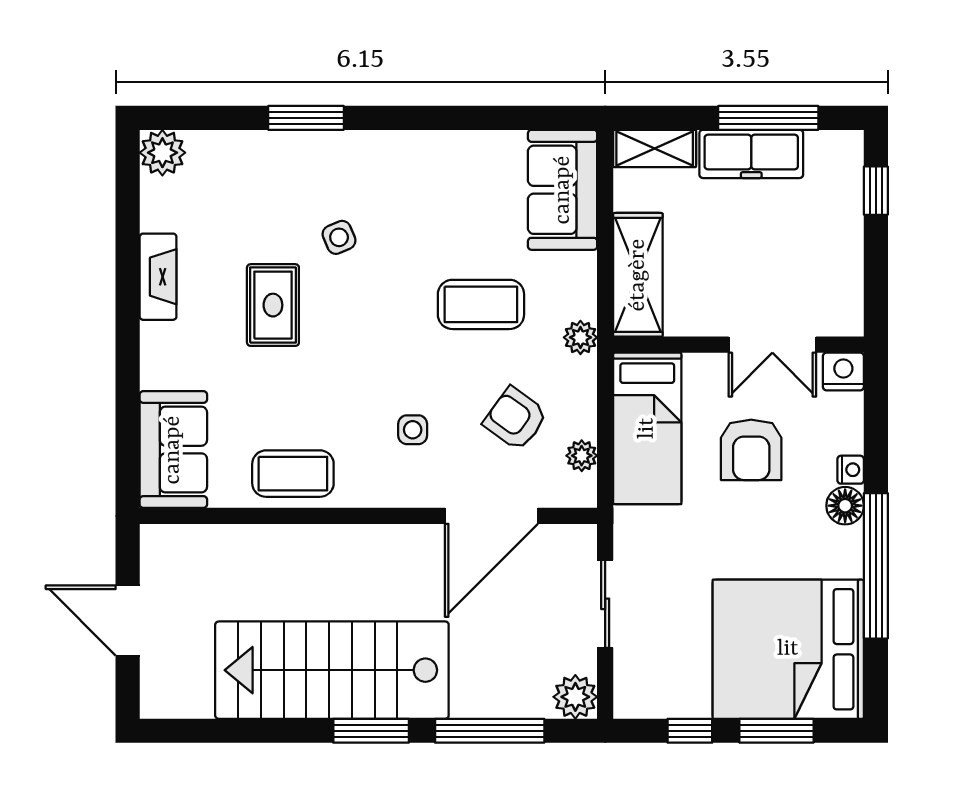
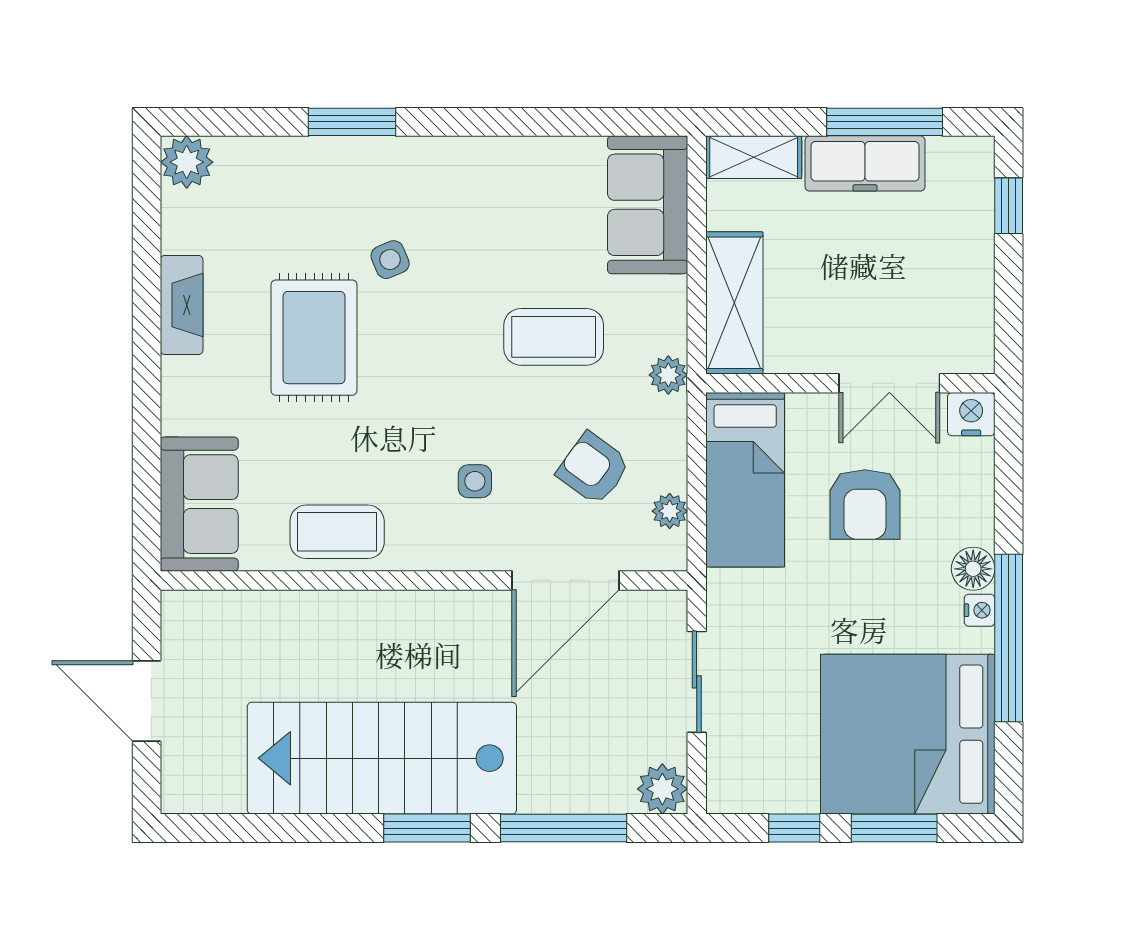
rug: (273, 305) -> (314, 338), width x1.36, depth x1.43
nightstand: (851, 470) -> (980, 610), moved

